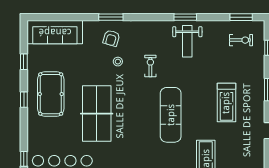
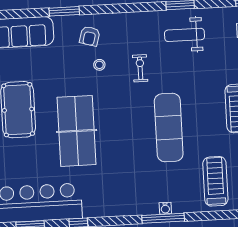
window: (111, 17) -> (64, 11), moved
weight bench: (187, 41) -> (184, 35), turned 90

